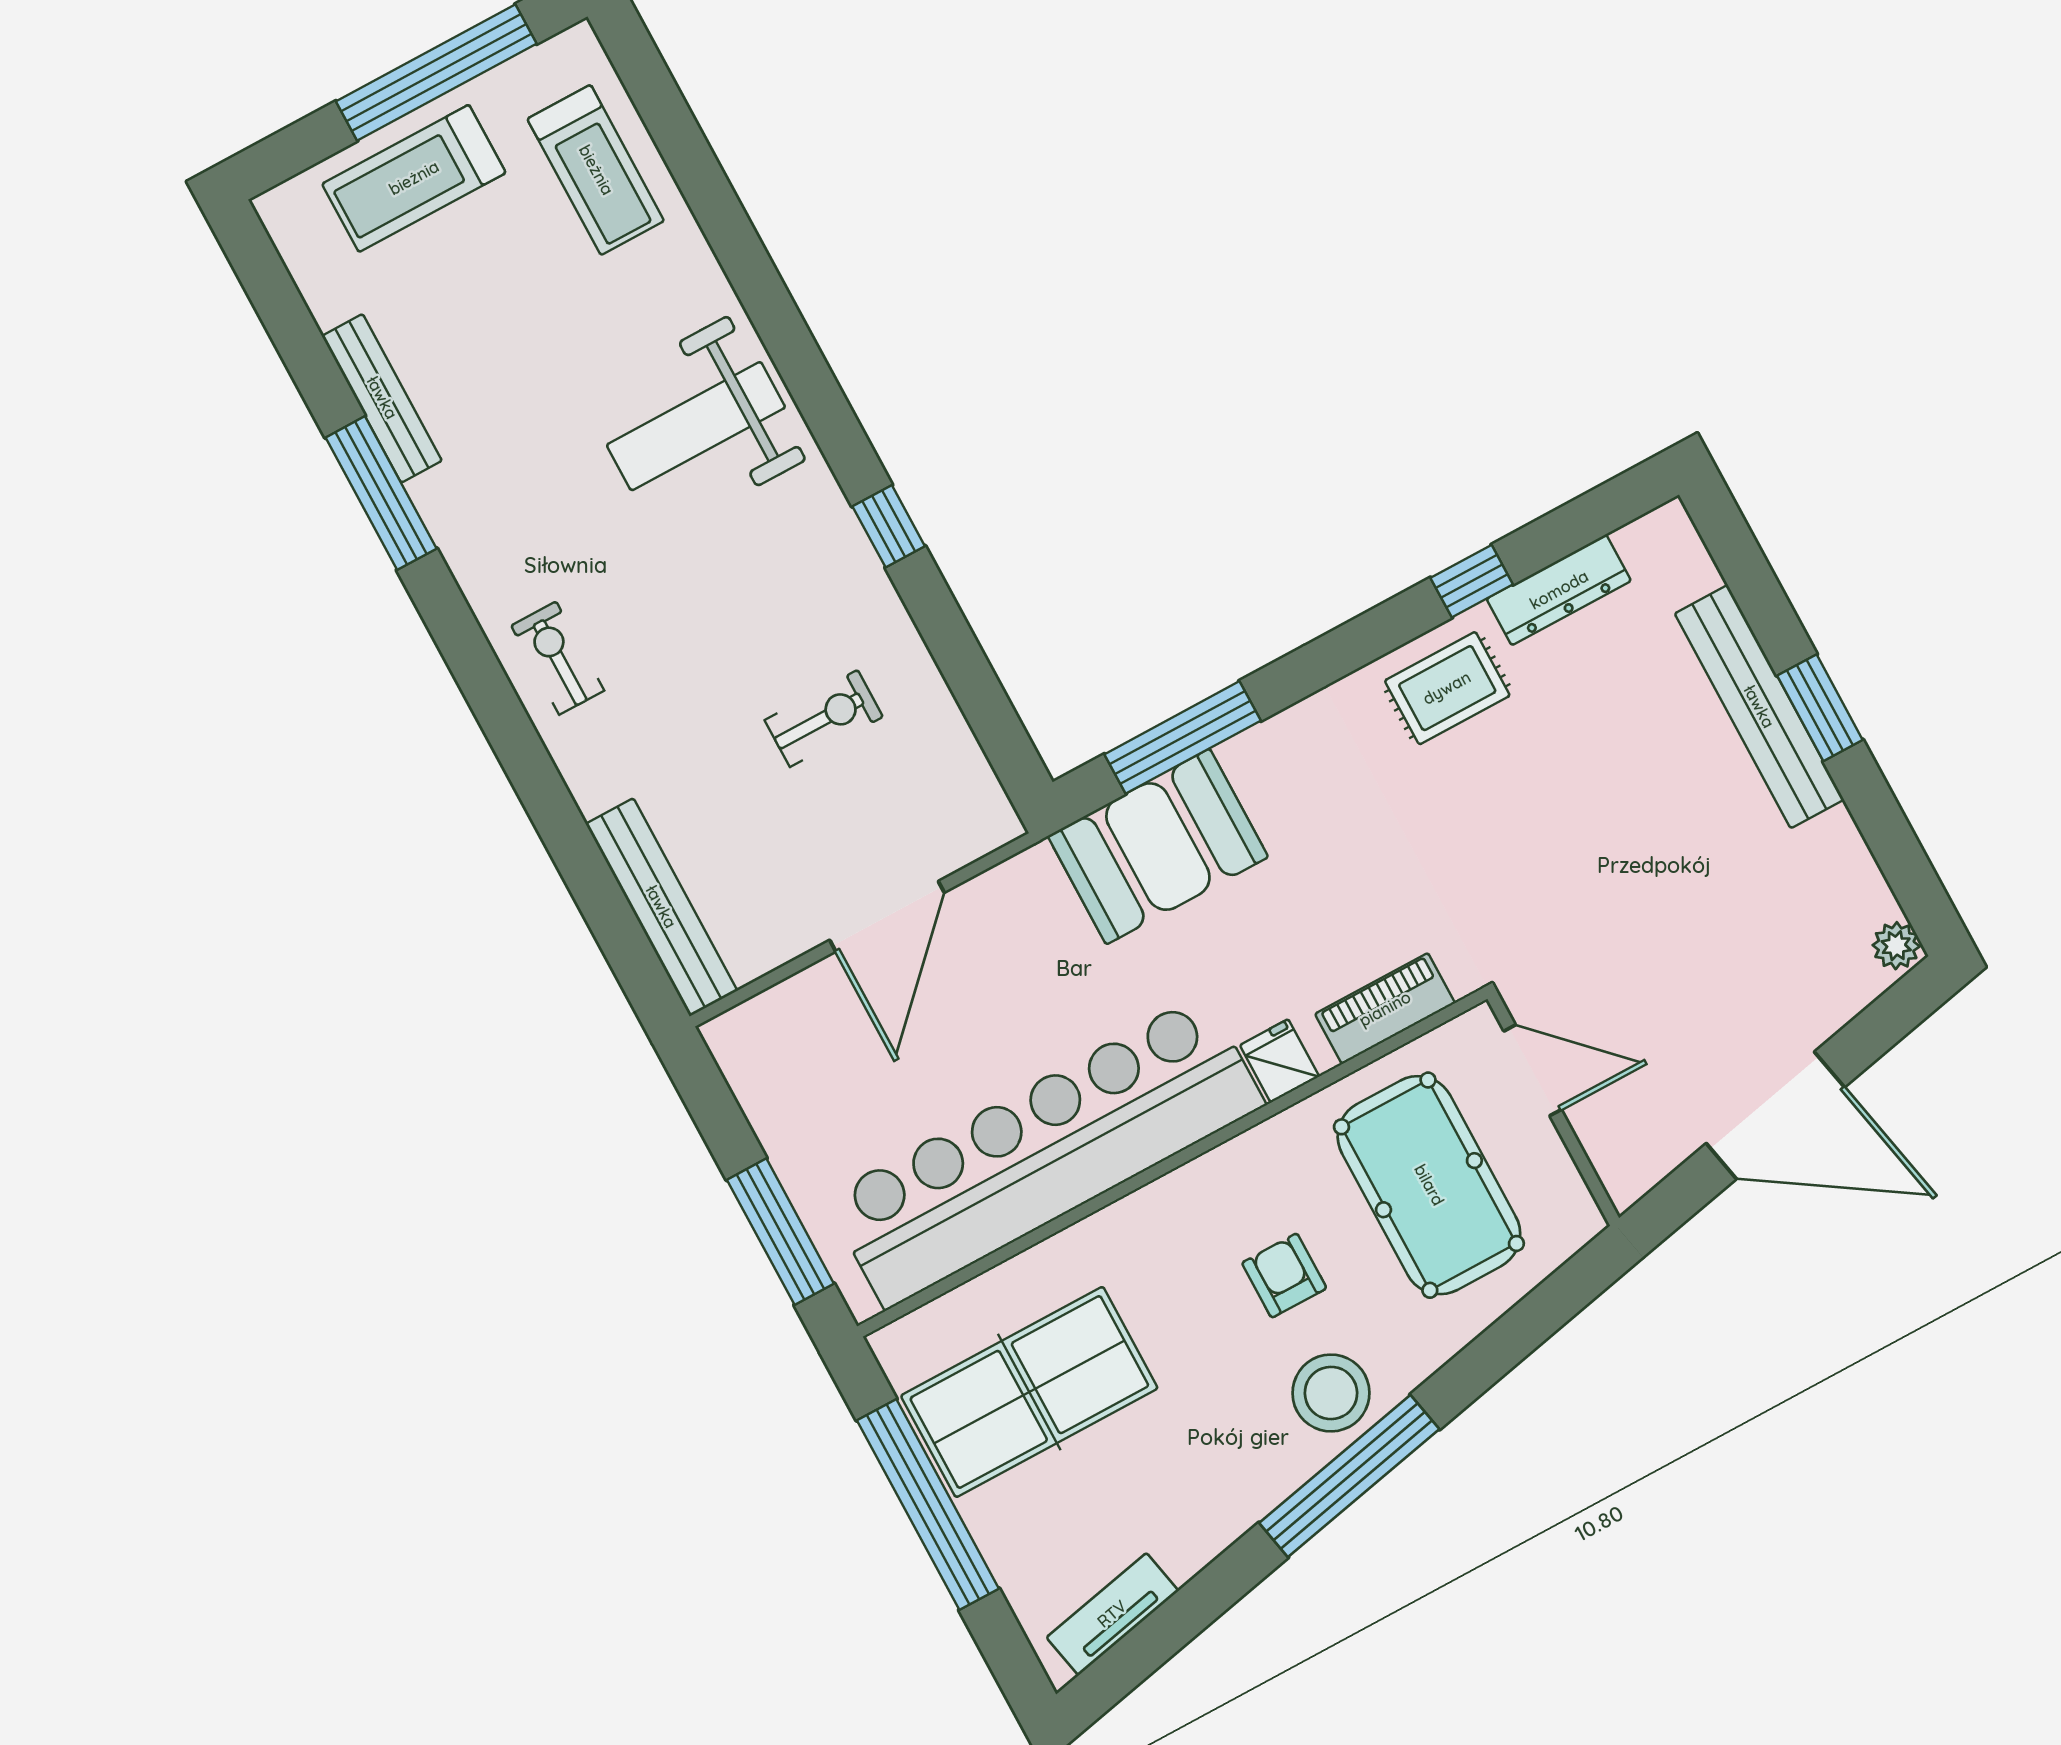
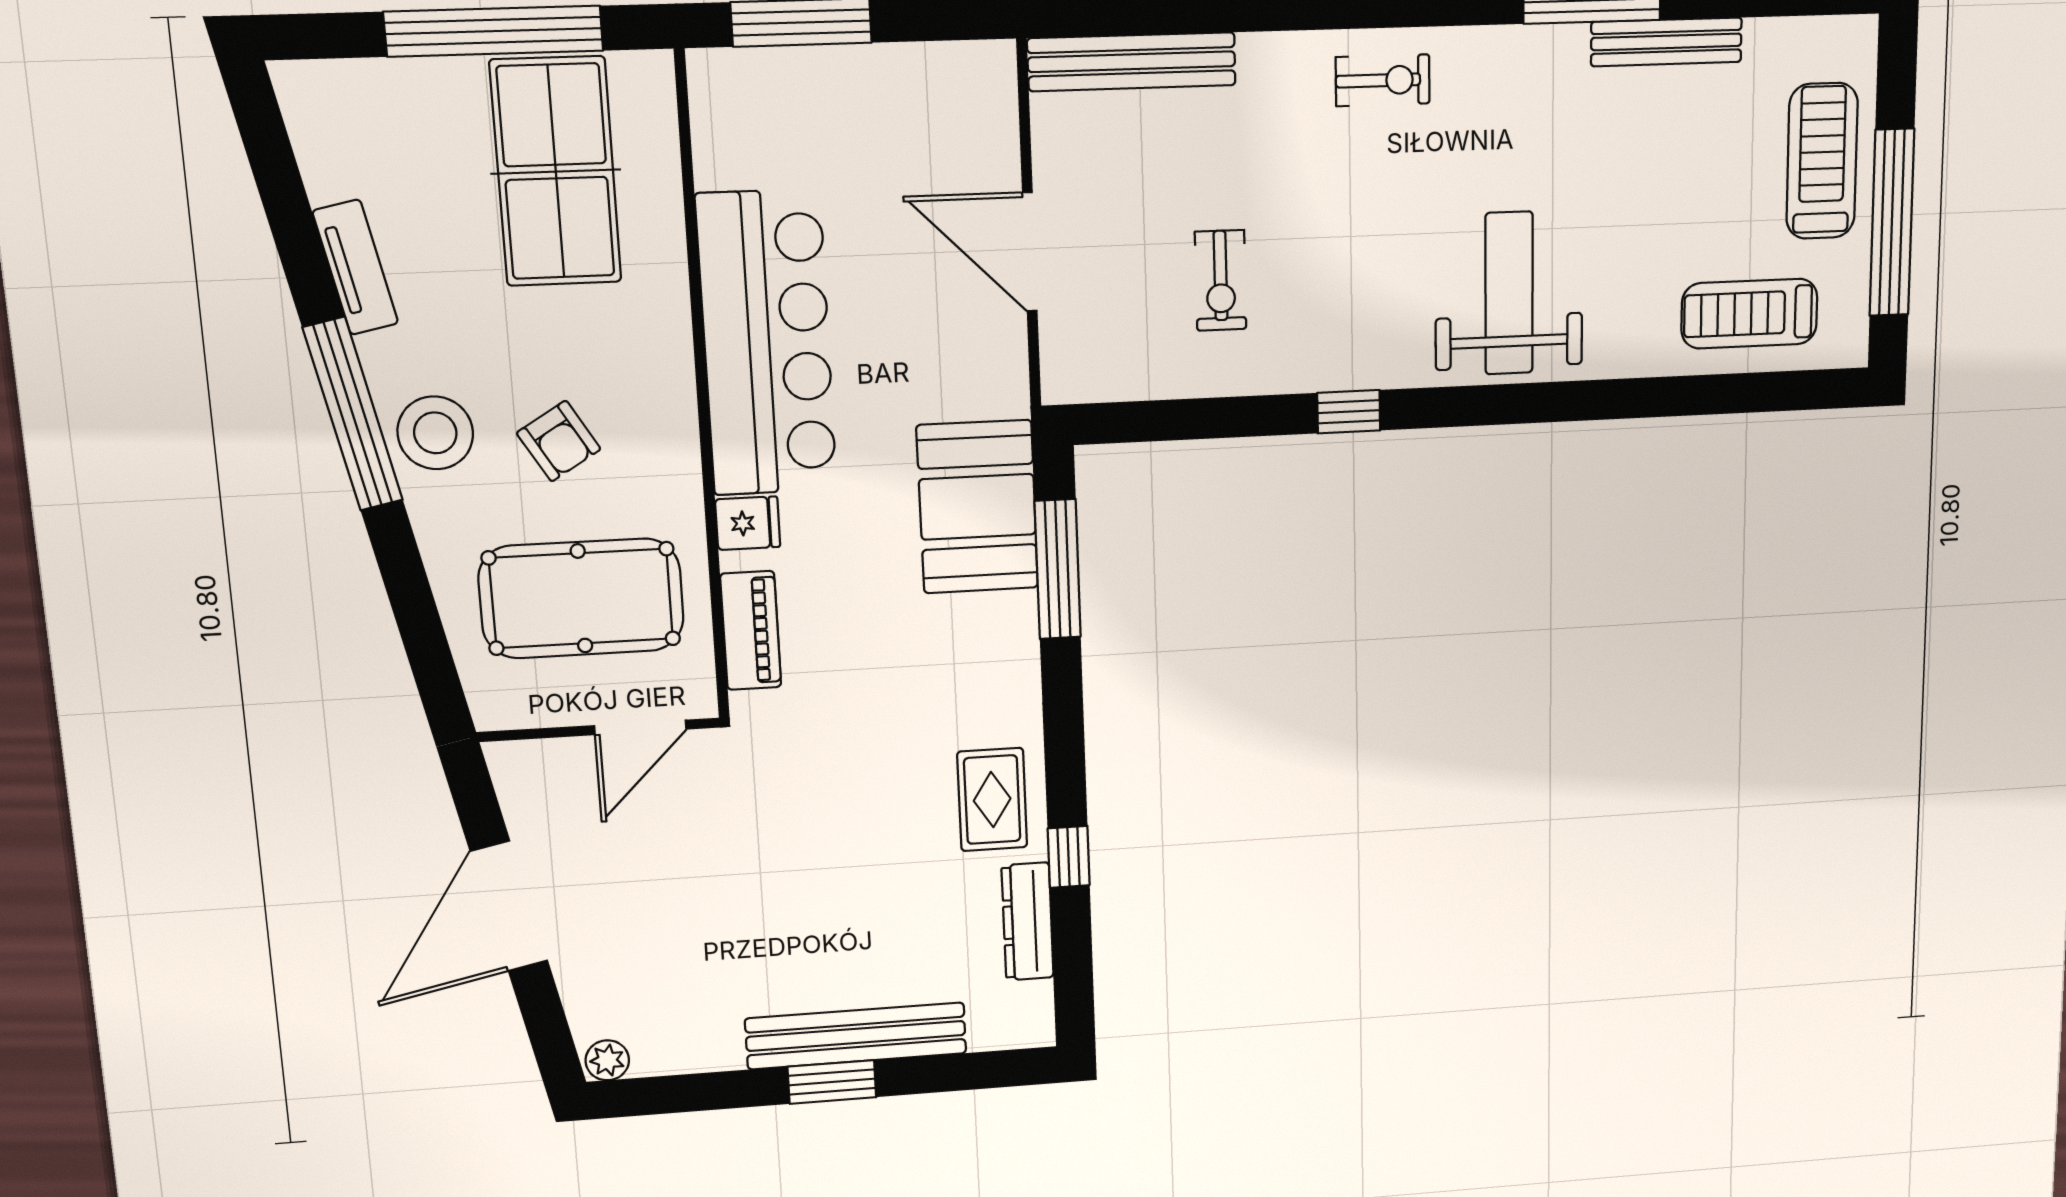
bar counter: (1045, 1151) -> (767, 343), width x0.73
armchair: (1284, 1276) -> (559, 441), turned 59
tv unit: (1112, 1614) -> (355, 267), moved

